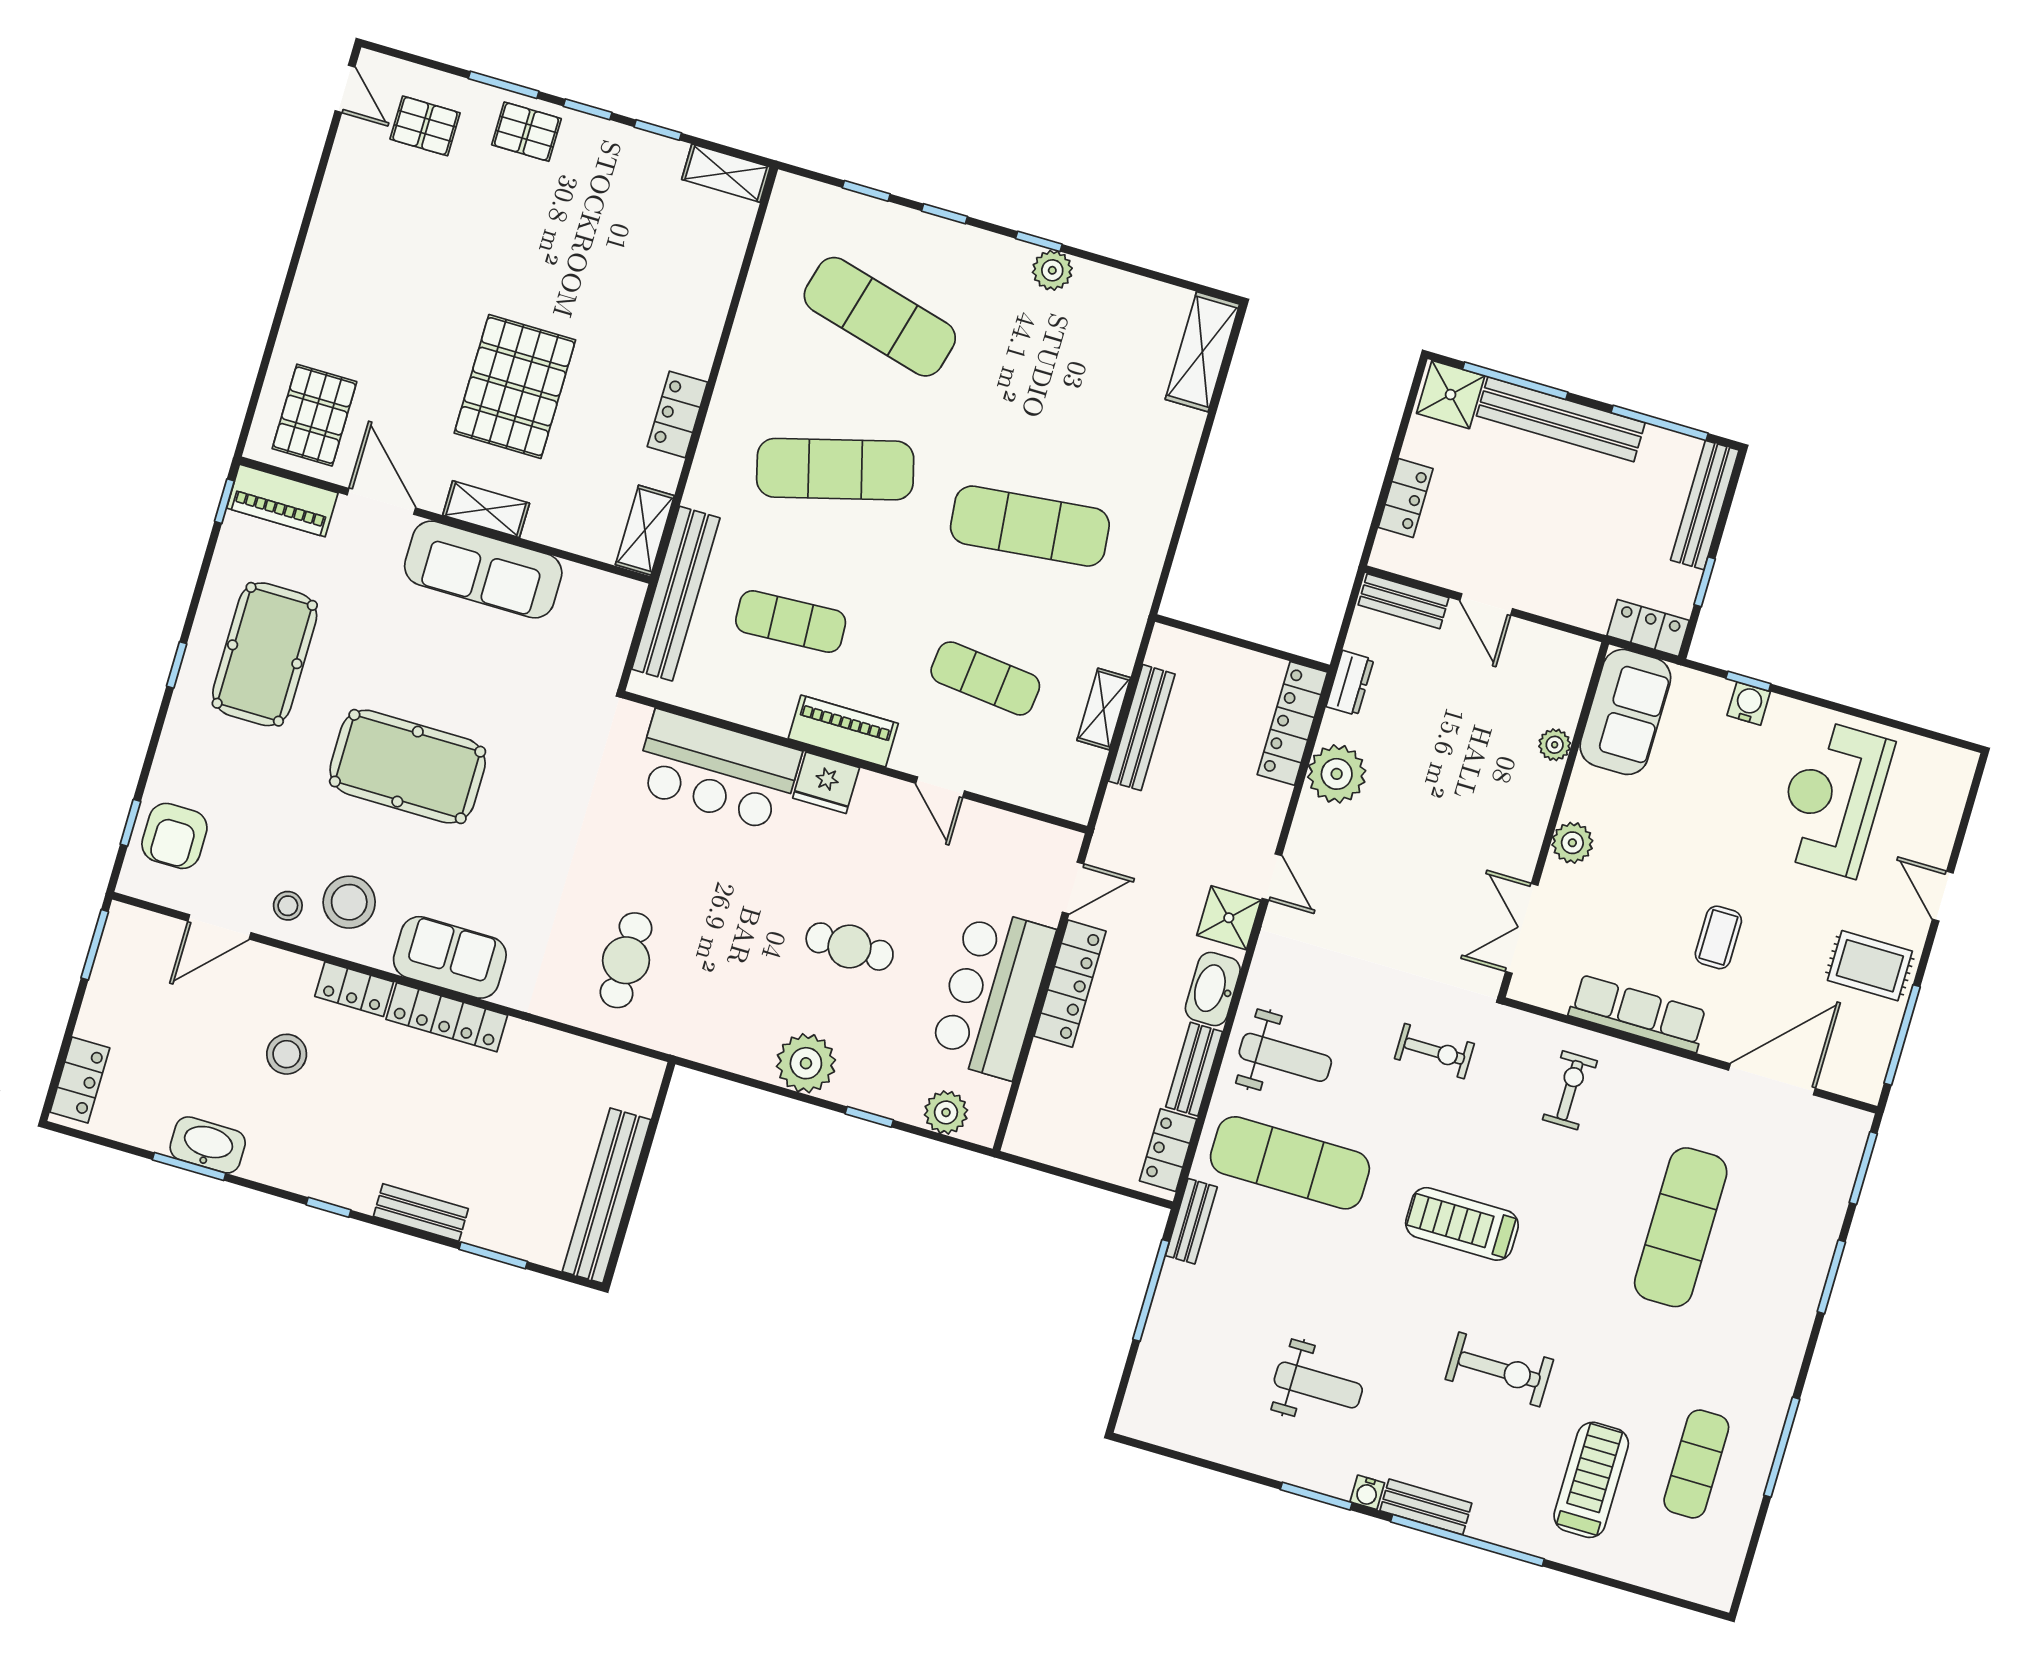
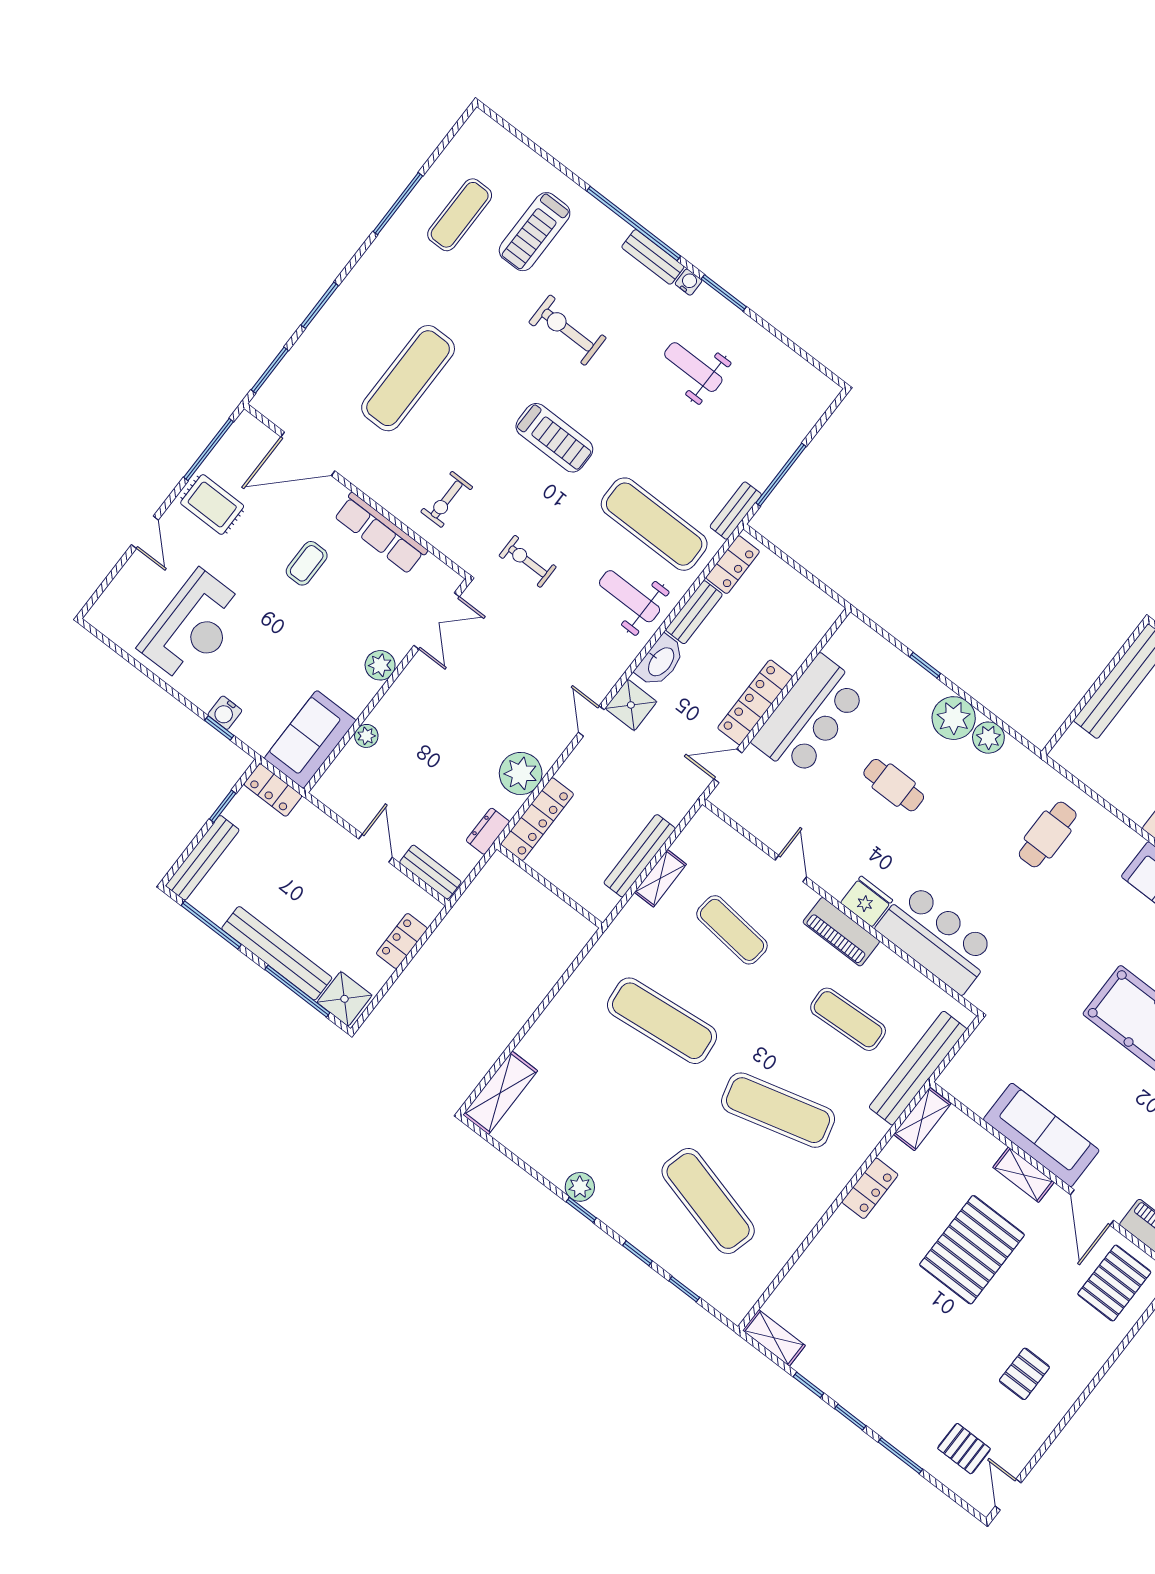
pallet: (526, 132) -> (1024, 1374), moved, turned 90
plant: (946, 1112) -> (988, 738), moved

